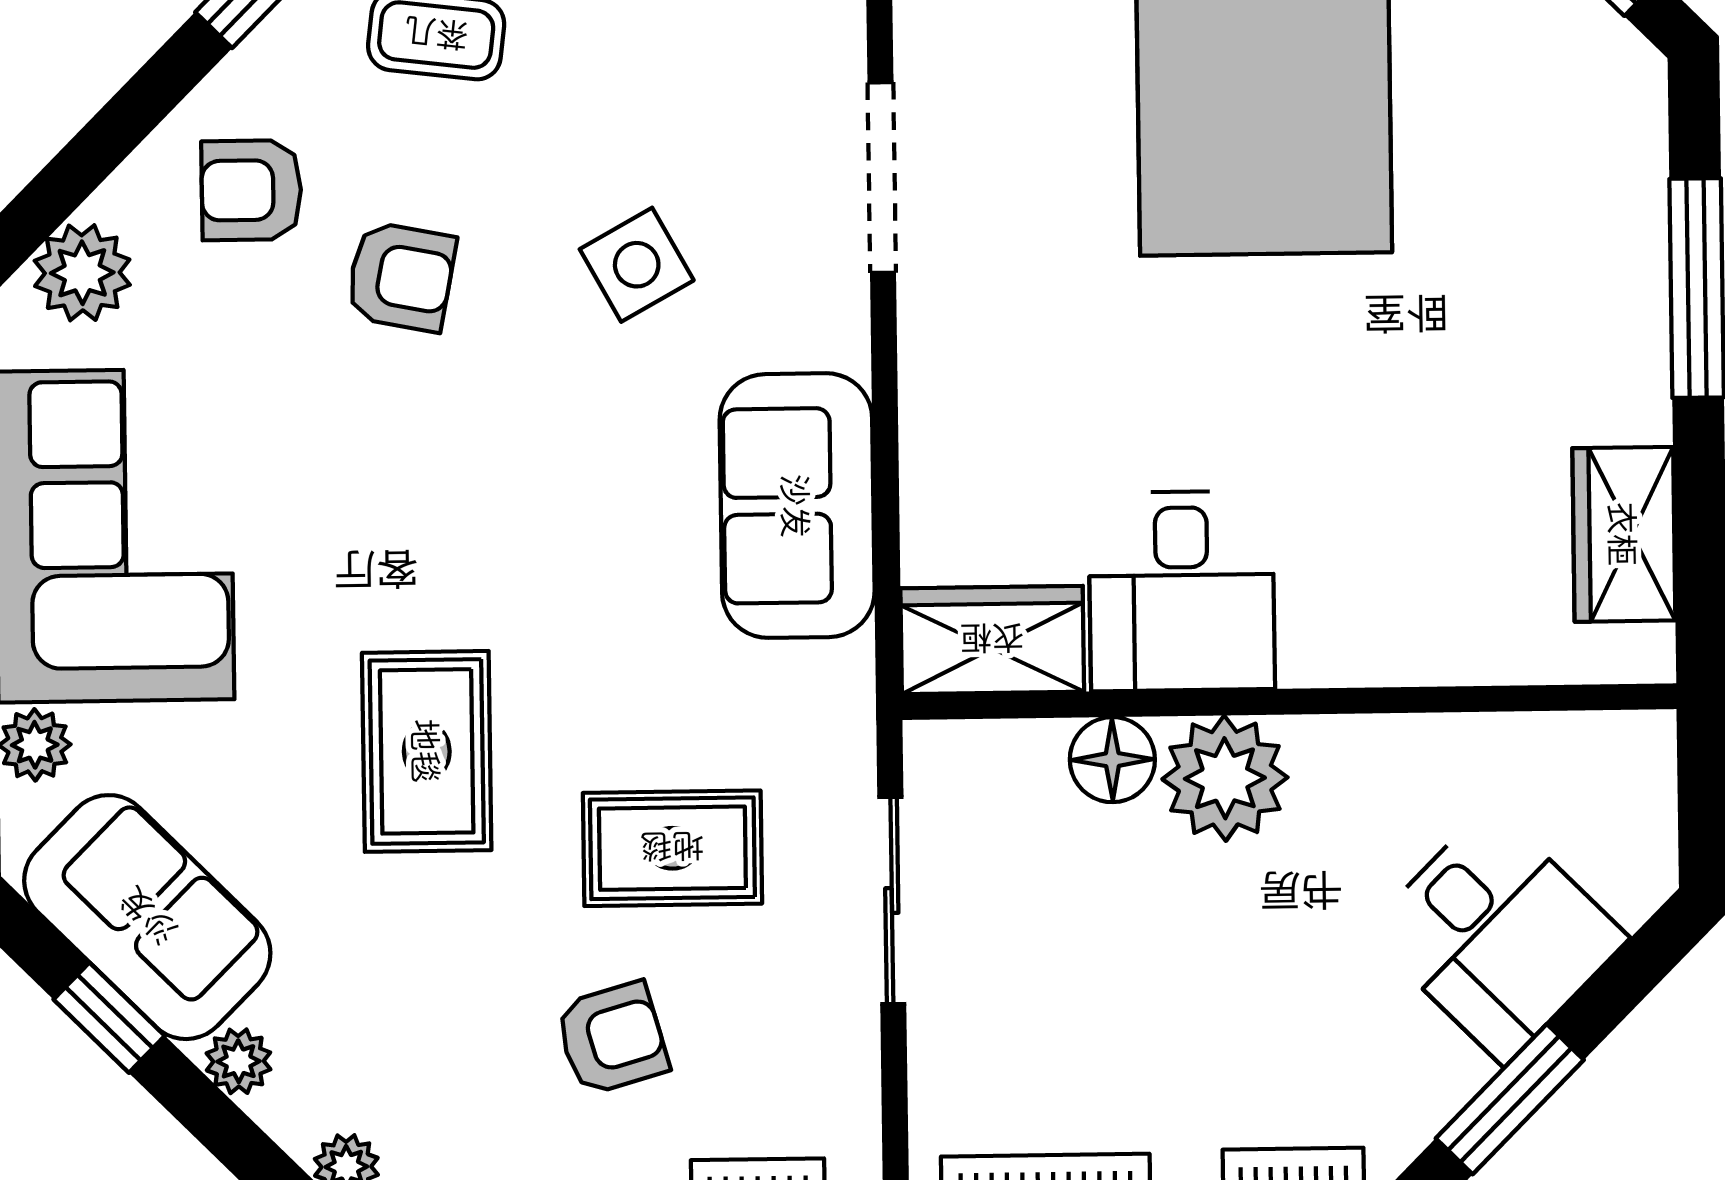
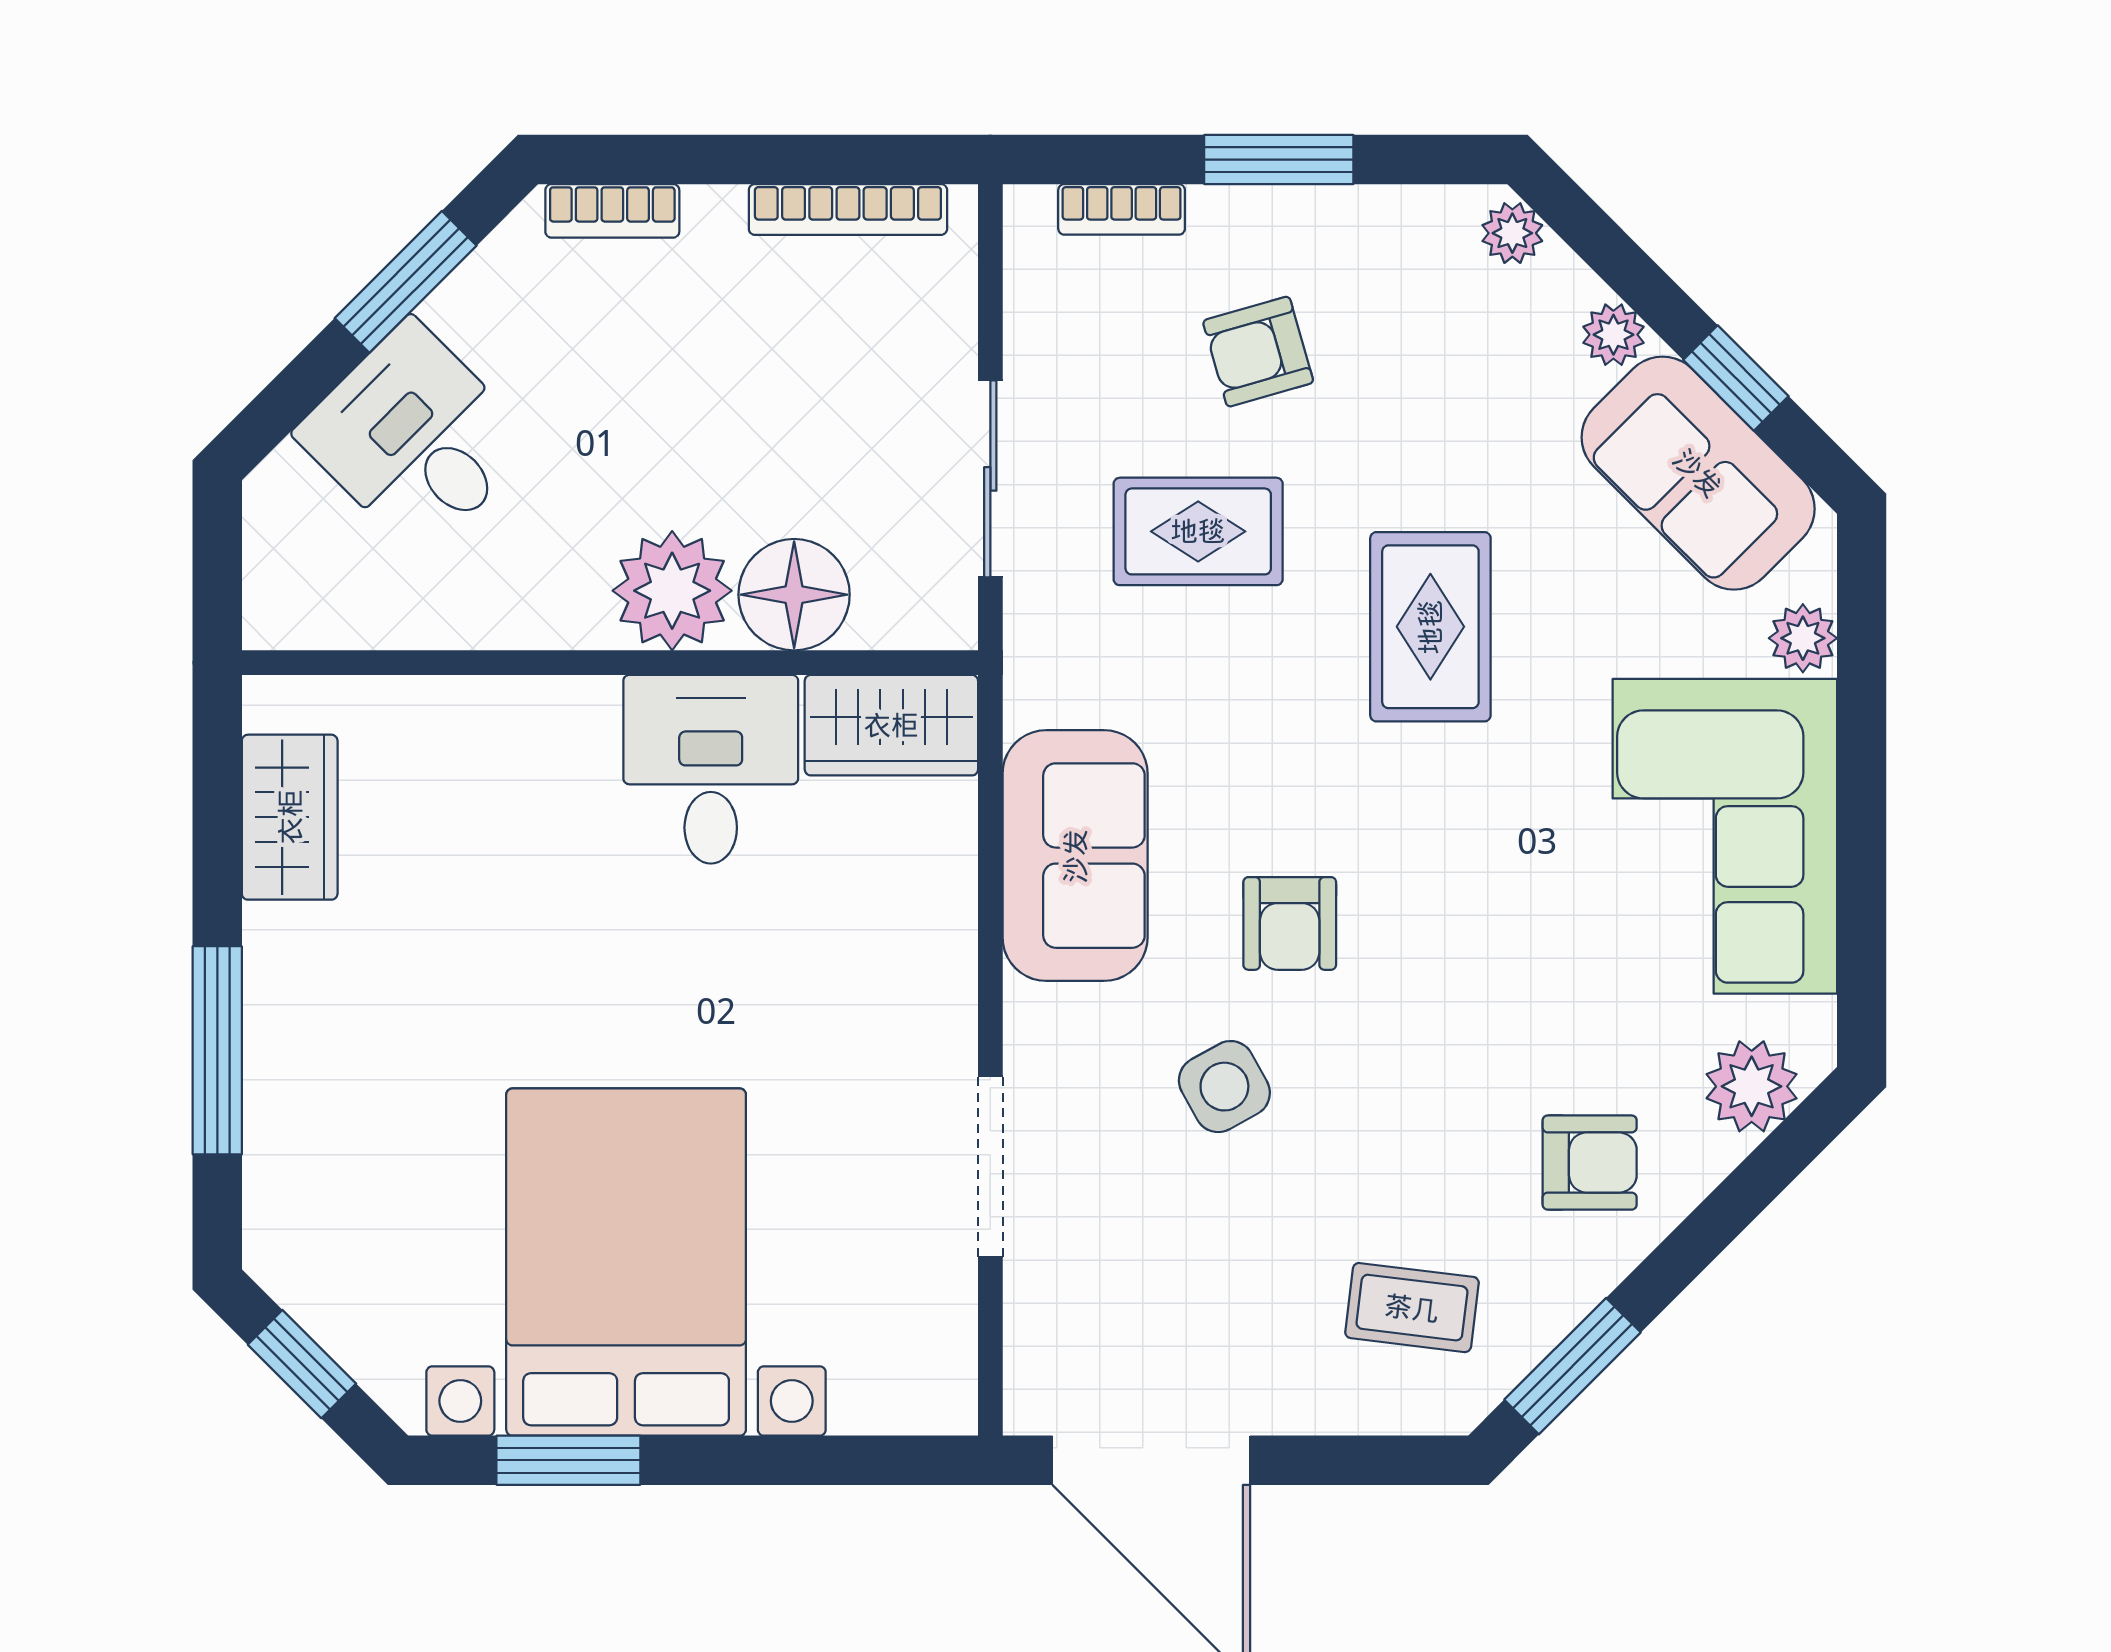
armchair: (401, 277) -> (1290, 923), moved, turned -101
floor lamp: (1112, 760) -> (794, 595), width x1.38, depth x1.38

